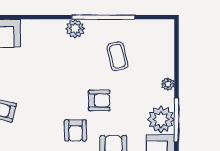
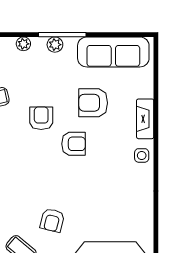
plant: (161, 119) -> (55, 45), width x0.53, depth x0.53

